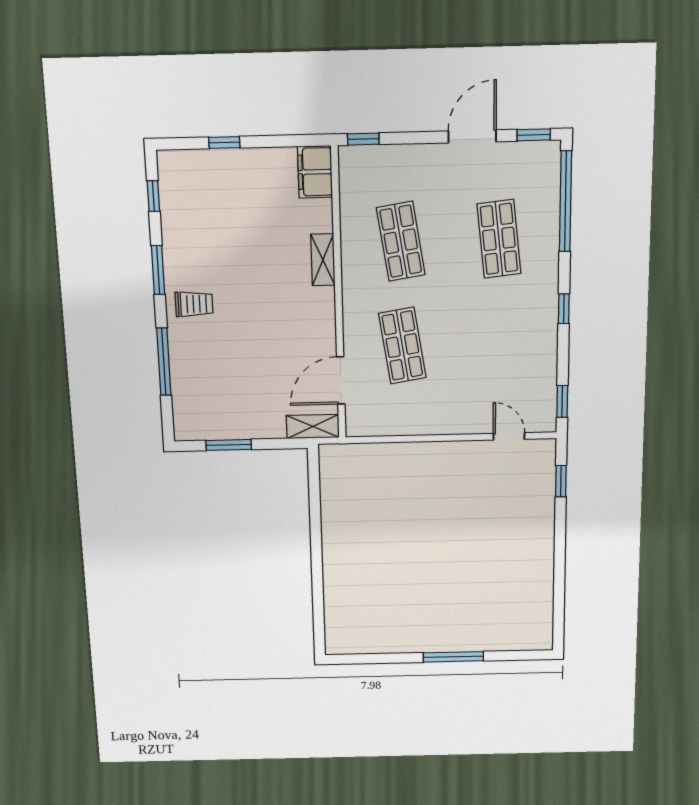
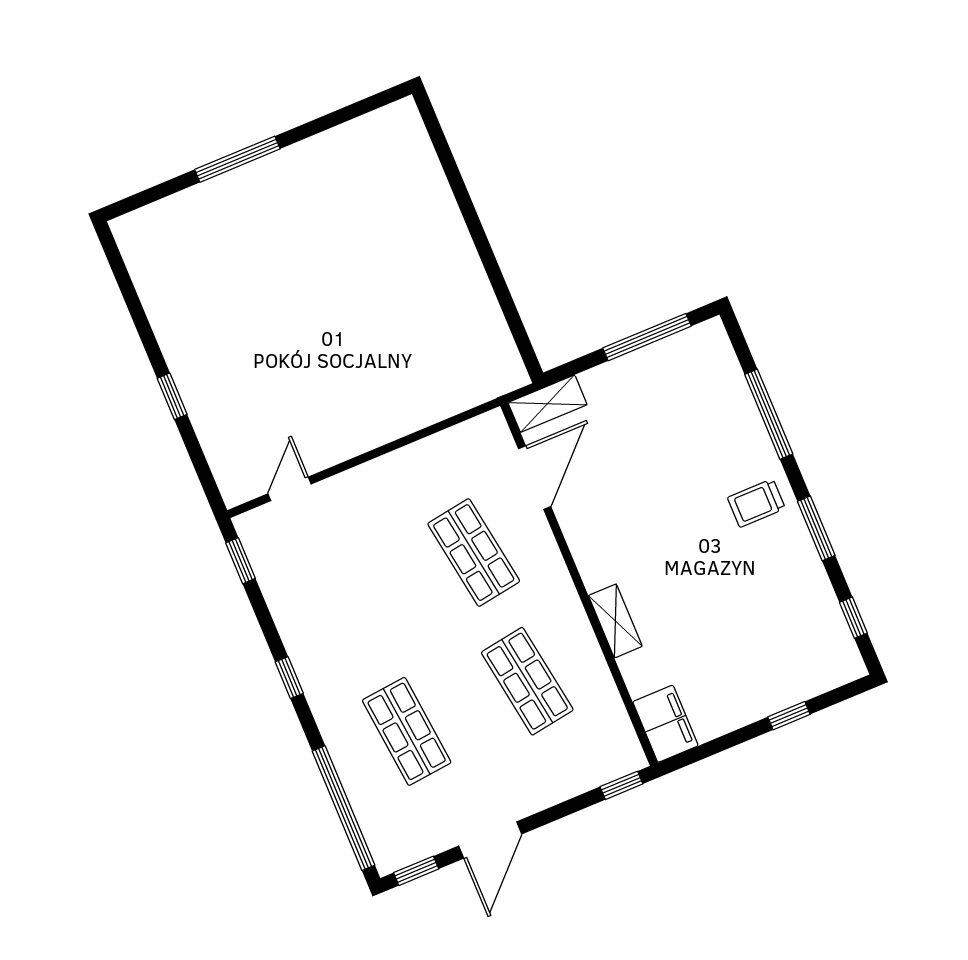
door: (509, 436) -> (290, 489), swing flipped
window: (229, 445) -> (647, 337), width x1.44
window: (561, 481) -> (172, 396), moved

